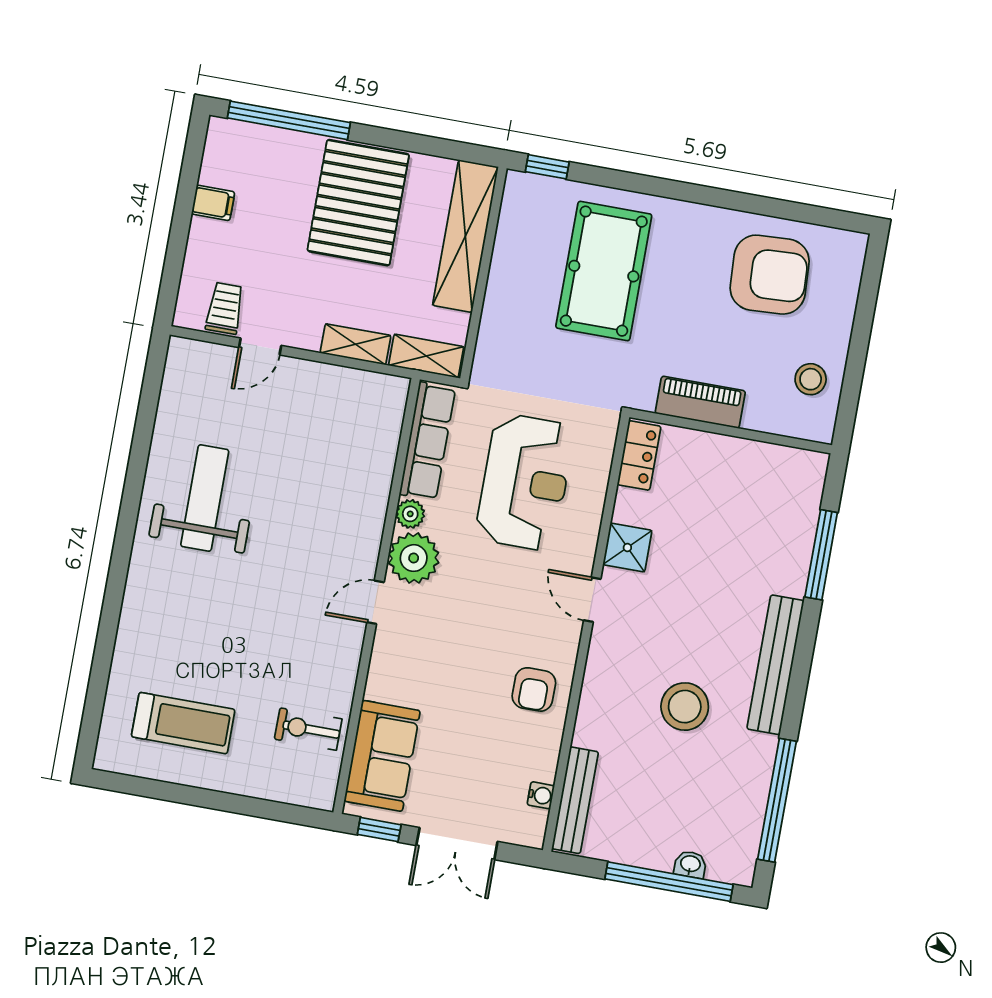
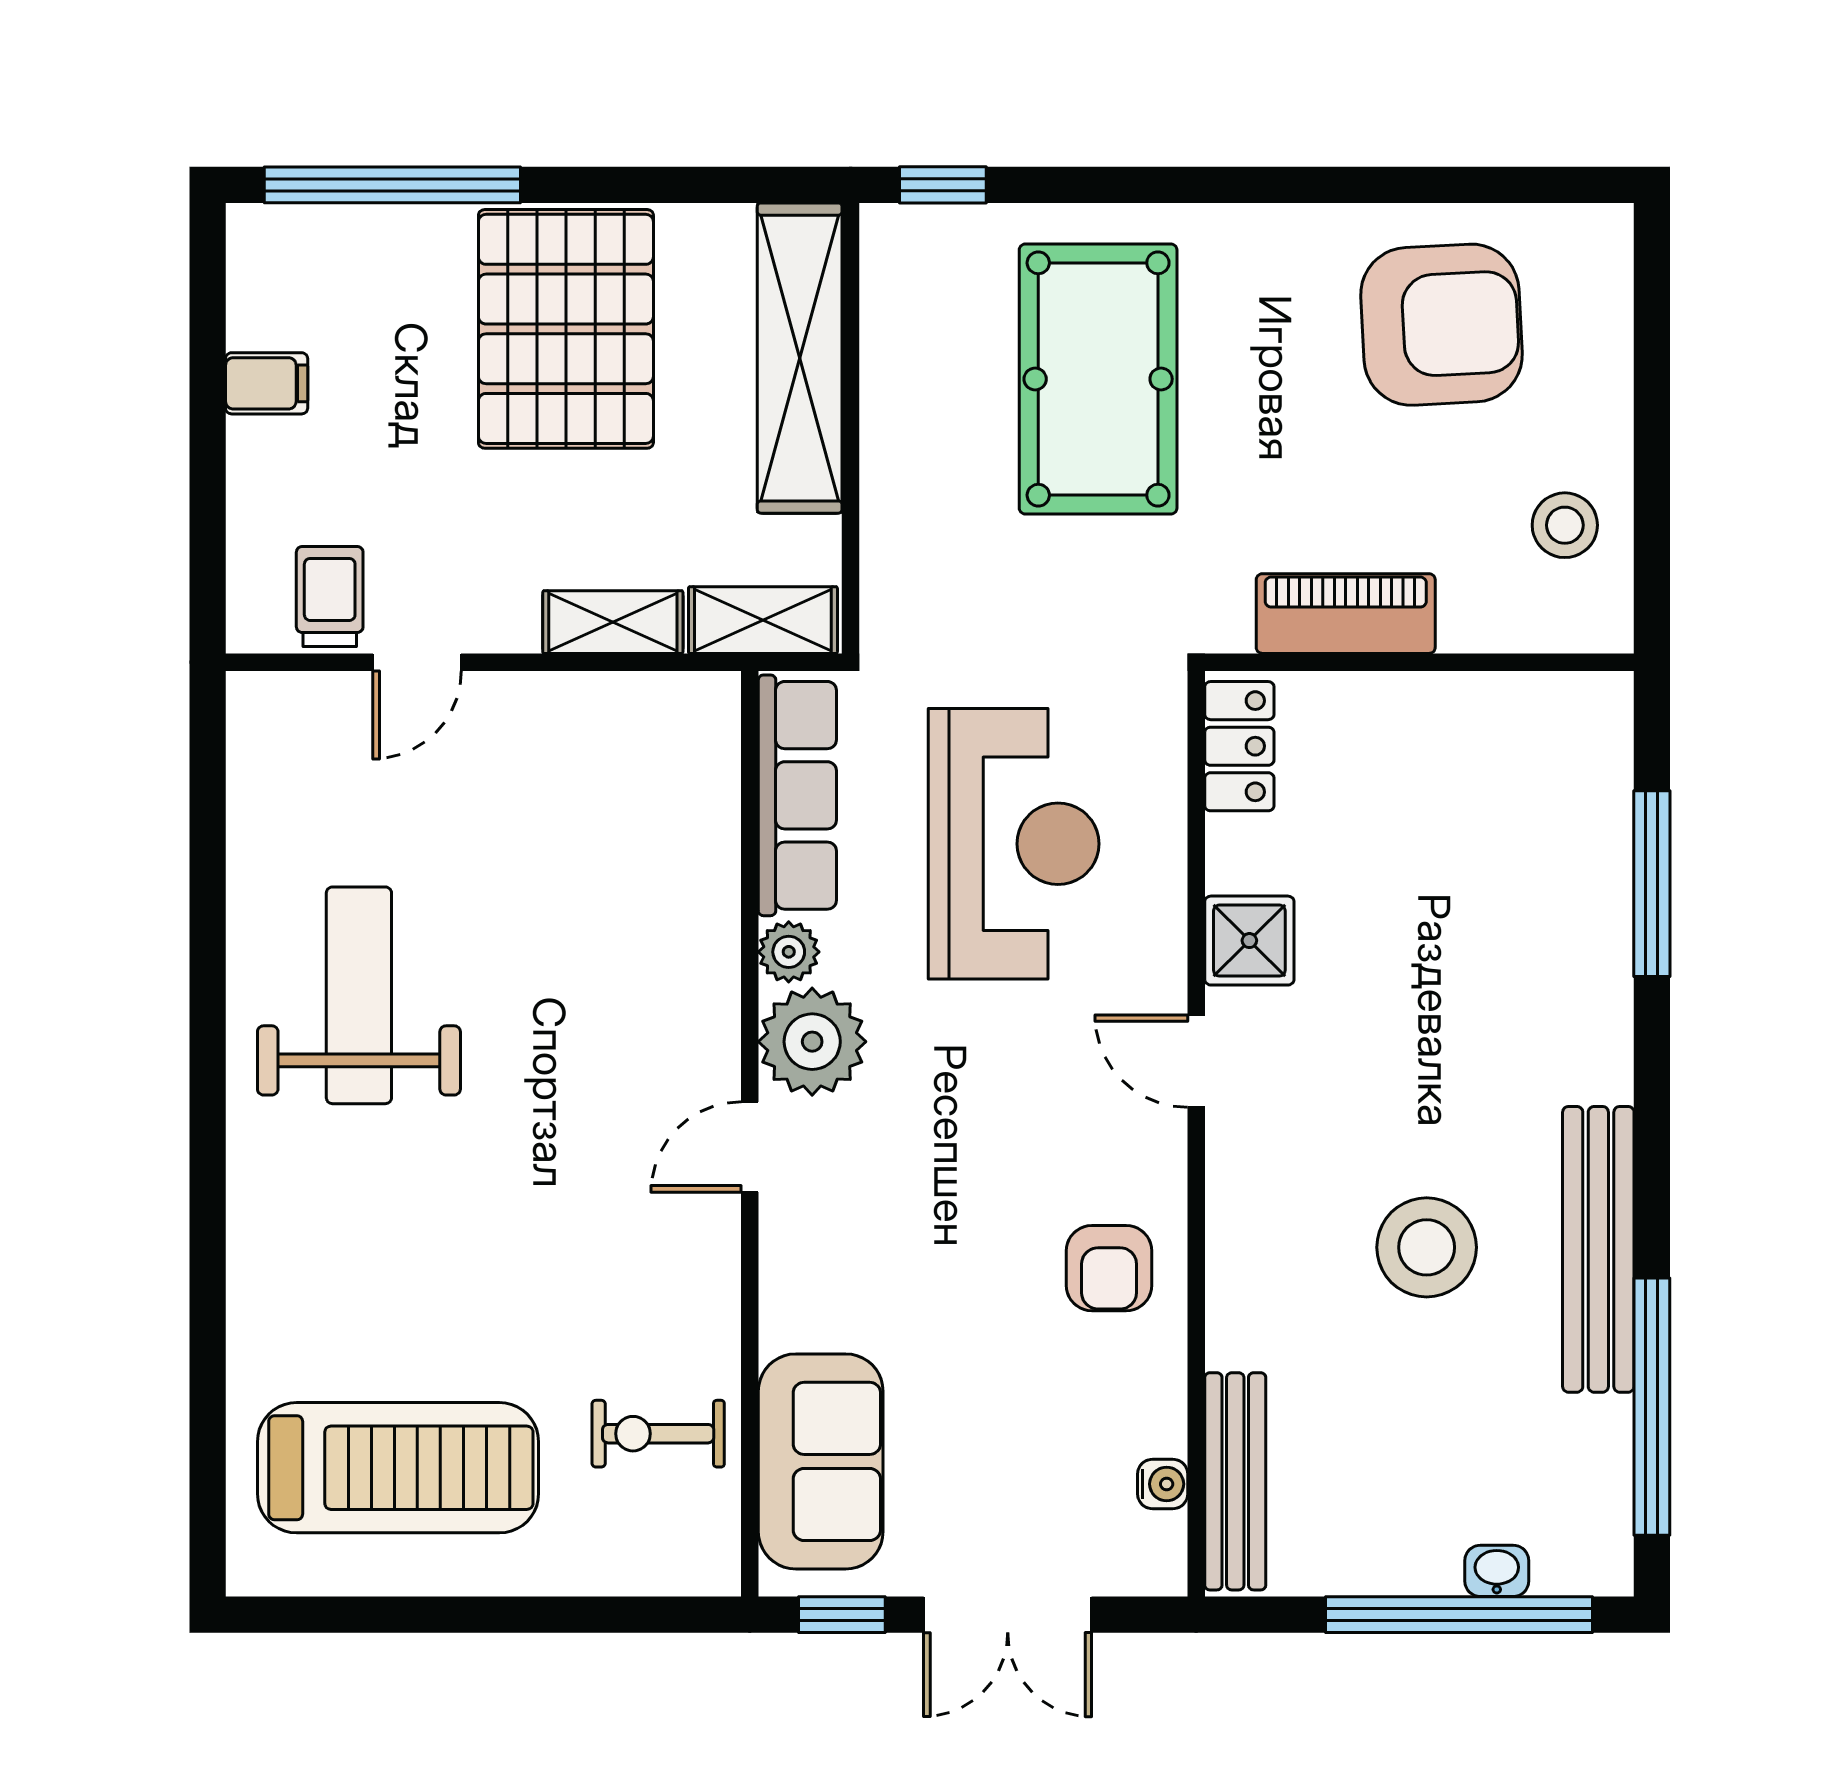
bench: (775, 665) -> (1598, 1249), moved
treadmill: (183, 723) -> (398, 1468), width x1.37, depth x1.38

